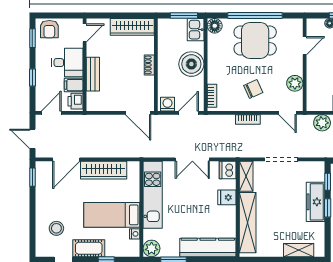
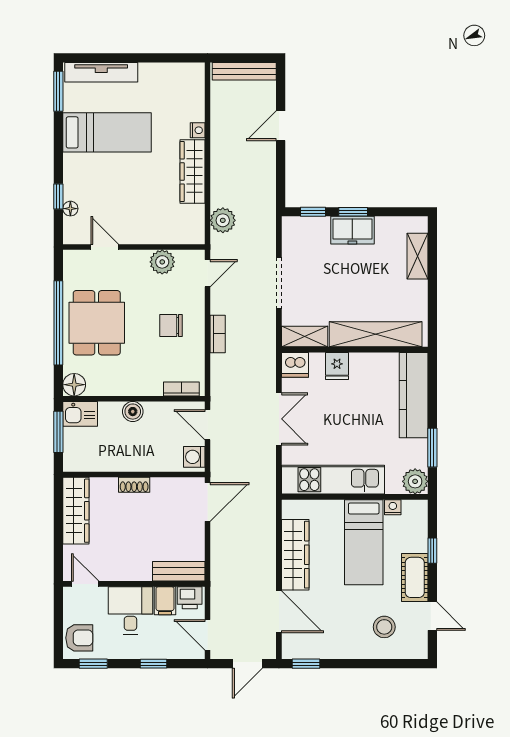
boiler: (191, 64) -> (133, 412), width x0.54, depth x0.54
bench: (93, 74) -> (179, 571), moved
chair: (253, 89) -> (171, 326), turned -66
freezer: (316, 202) -> (352, 230), width x0.71

